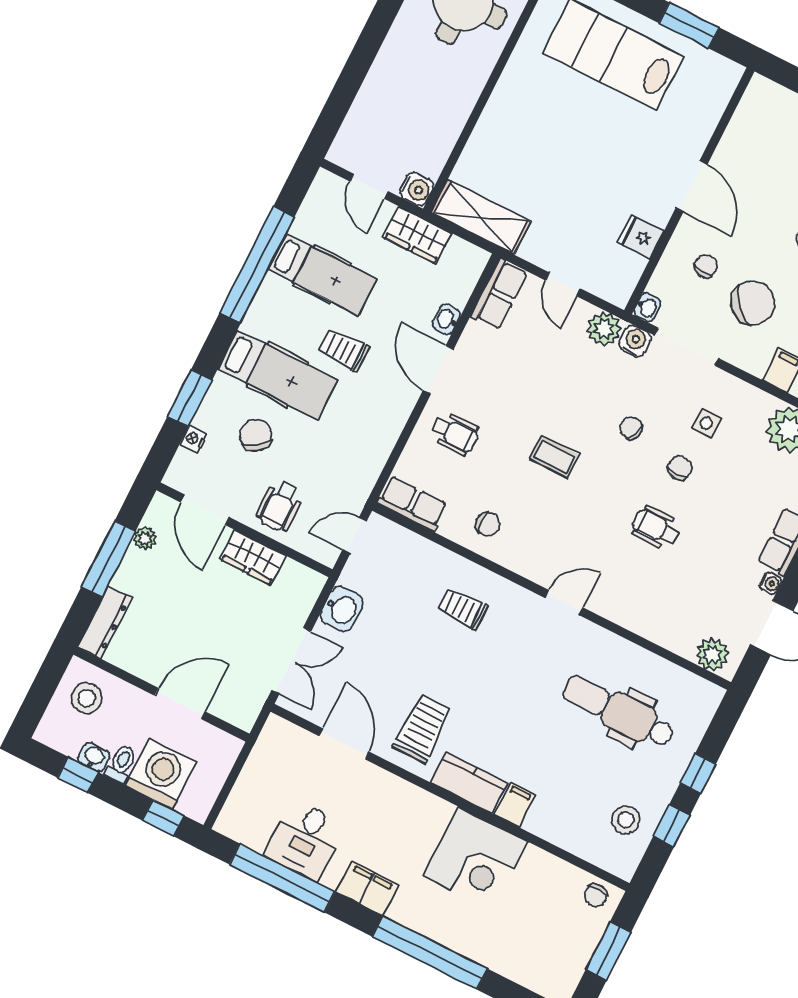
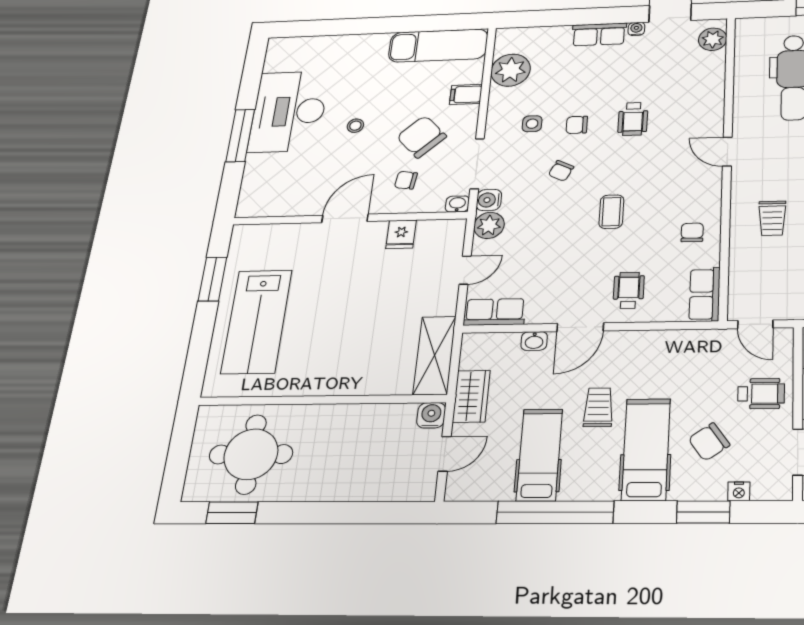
trolley: (343, 350) -> (598, 407), turned 180

